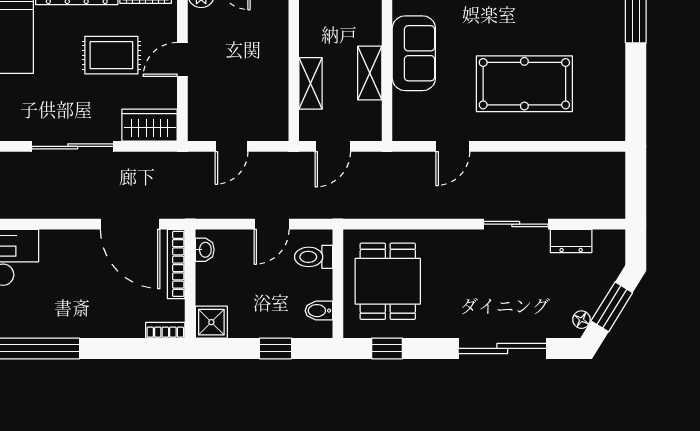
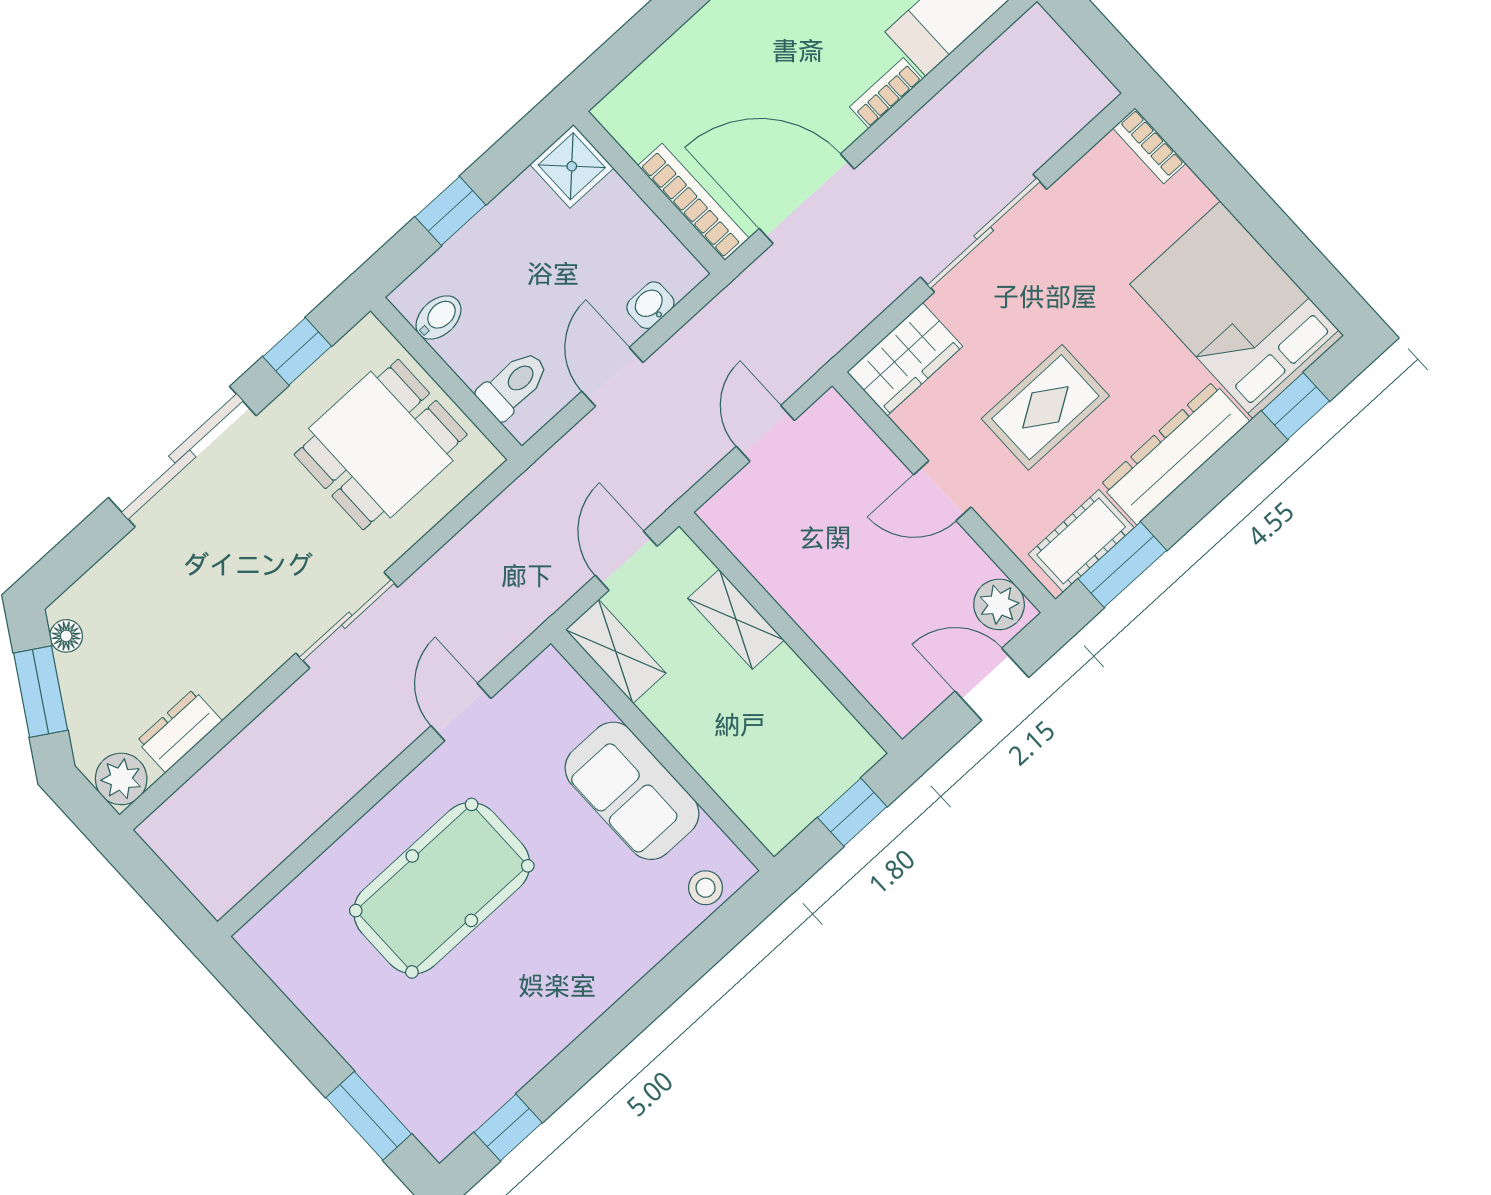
door: (182, 59) -> (942, 491), swing flipped
shelving: (370, 73) -> (616, 651), moved
sliding door: (516, 224) -> (347, 620), moved
plant: (612, 243) -> (121, 779), added
washbasin: (205, 250) -> (650, 305), moved, turned 90
dining table: (388, 281) -> (381, 445), turned 90
bookcase: (165, 330) -> (886, 93), moved, turned 180
sliding door: (502, 348) -> (182, 457), moved

